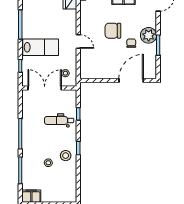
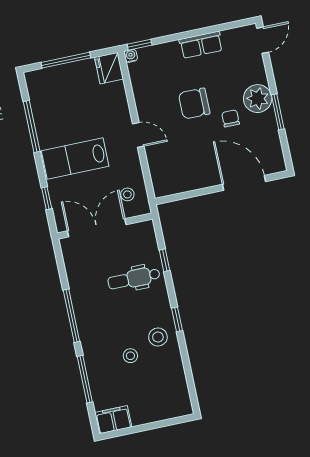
lab bench: (41, 47) -> (75, 158), turned 180
door: (131, 80) -> (244, 183), hinge flipped

